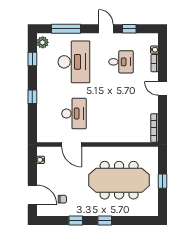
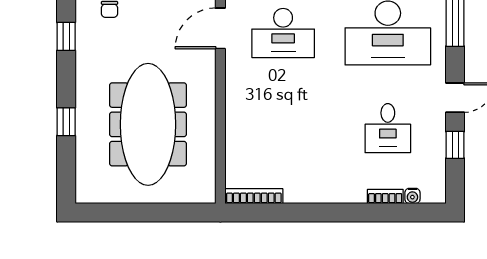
door: (163, 88) -> (334, 212), removed
window: (163, 181) -> (146, 212), removed
window: (105, 221) -> (66, 122), moved

